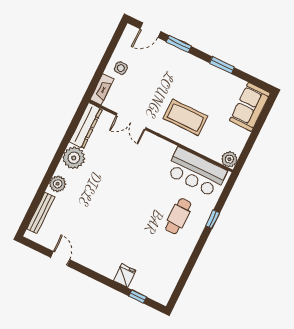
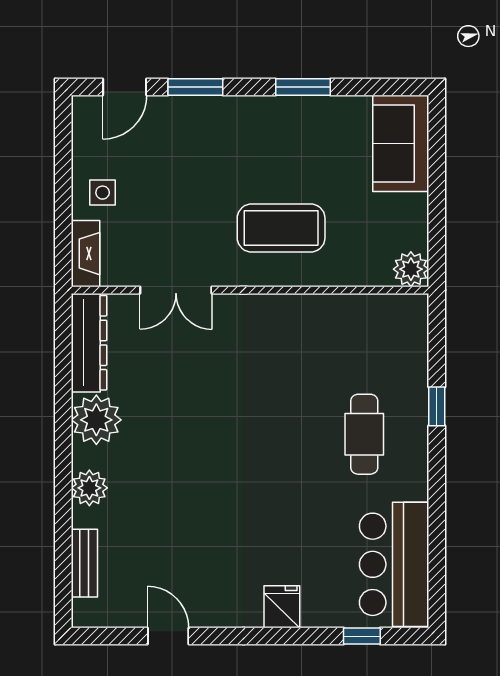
bar counter: (196, 172) -> (394, 564), moved, turned 90
bench: (41, 213) -> (84, 563), width x0.73
fridge: (125, 276) -> (282, 607), moved

